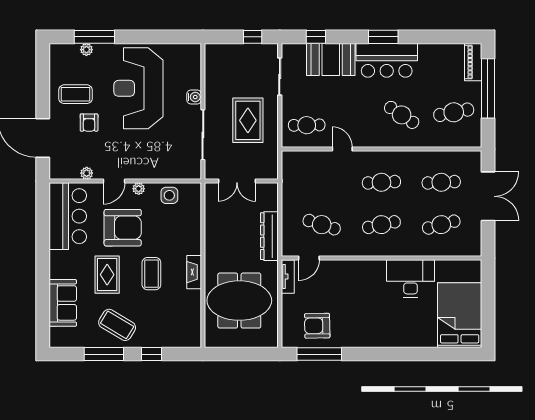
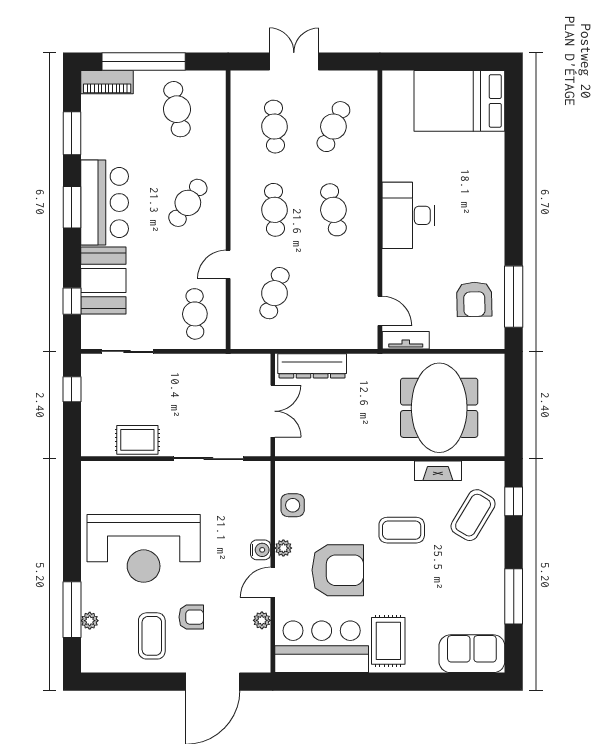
window: (436, 37) -> (72, 133), added
water cooler: (194, 97) -> (261, 550), moved, turned 90
cafe table: (402, 115) -> (188, 203), moved
rug: (248, 120) -> (137, 440), moved, width x0.73, depth x0.70
door: (114, 181) -> (273, 582), swing flipped
double door: (488, 196) -> (294, 61), width x0.73
cafe table: (322, 225) -> (274, 293), moved
cafe table: (441, 225) -> (333, 127), turned 39
armchair: (123, 228) -> (338, 570), turned 90
dresser: (269, 236) -> (312, 366), moved
fireplace: (194, 272) -> (438, 471), moved
rug: (107, 275) -> (388, 641), moved, turned 90
desk: (410, 278) -> (408, 215), moved
sofa: (63, 303) -> (472, 654), moved
coffee table: (117, 325) -> (473, 515), moved
window: (152, 354) -> (514, 501), moved

